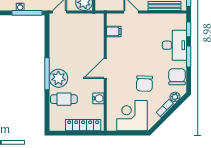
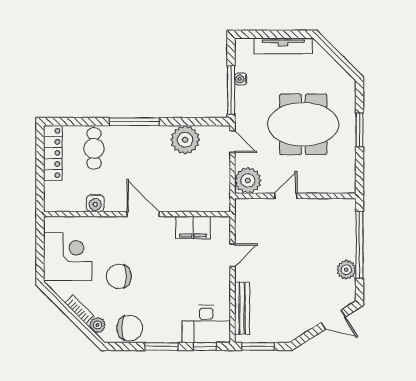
filing cabinet: (114, 31) -> (193, 228), width x2.00
desk: (174, 45) -> (206, 324), moved
plant: (58, 78) -> (185, 140), moved
locker: (83, 125) -> (53, 153), moved

